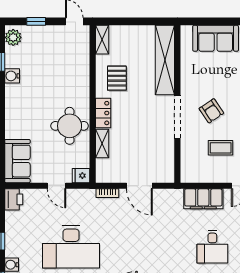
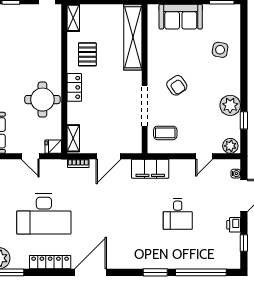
doorway: (177, 117) -> (145, 106), moved
shelving: (102, 143) -> (73, 138), moved
coffee table: (221, 148) -> (165, 133), moved
door: (139, 186) -> (109, 156), hinge flipped
filing cabinet: (203, 199) -> (150, 169), moved

